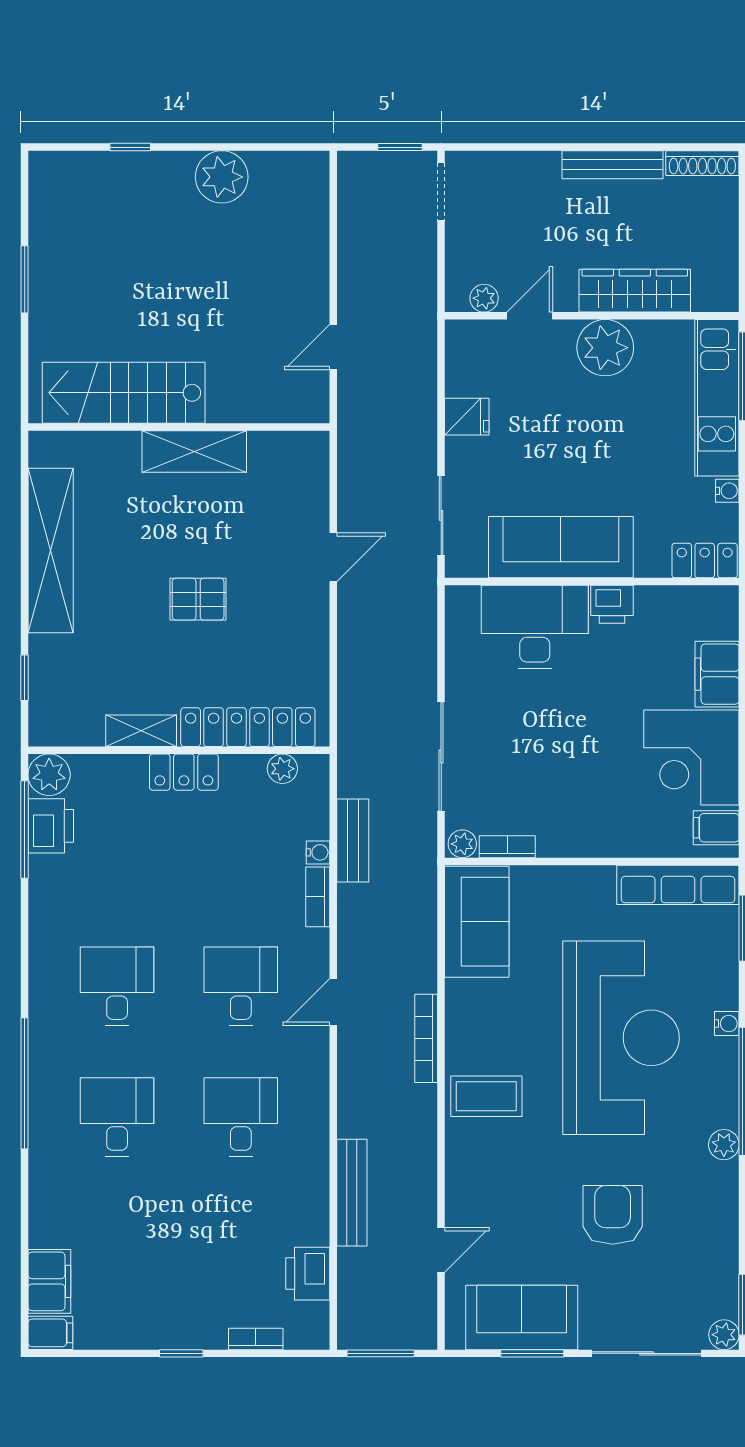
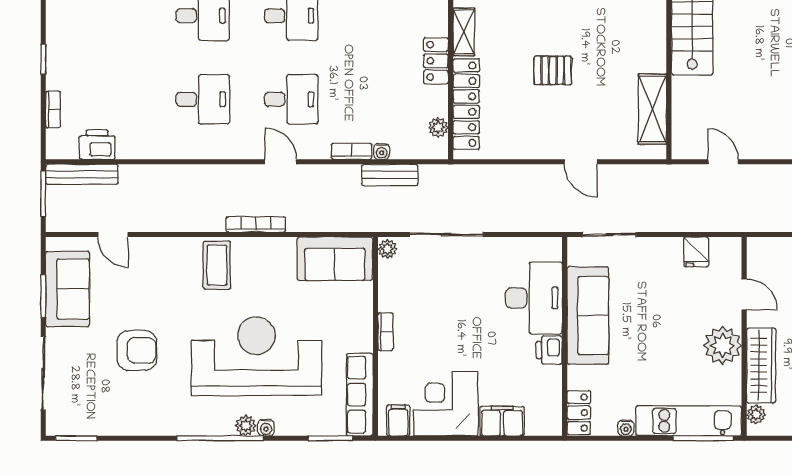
plant: (484, 298) -> (756, 414), moved
fridge: (467, 417) -> (696, 252), moved
shelving: (194, 452) -> (652, 109), moved
pallet: (198, 599) -> (553, 70), turned 90
bookcase: (507, 847) -> (385, 332), moved
reception desk: (621, 1038) -> (256, 356), turned 180
plant: (724, 1145) -> (246, 426), moved
bench: (352, 1193) -> (82, 174), moved
plant: (724, 1335) -> (56, 426), removed

